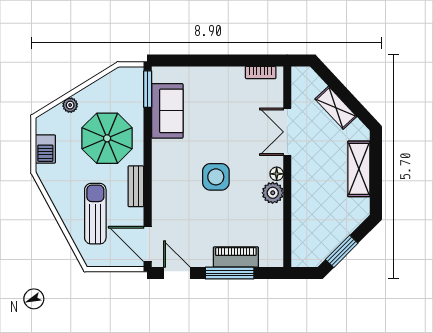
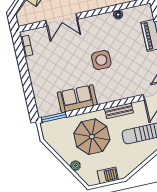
sofa: (167, 111) -> (77, 99), moved
floor lamp: (277, 174) -> (118, 15), moved
plant: (273, 193) -> (103, 21), removed

